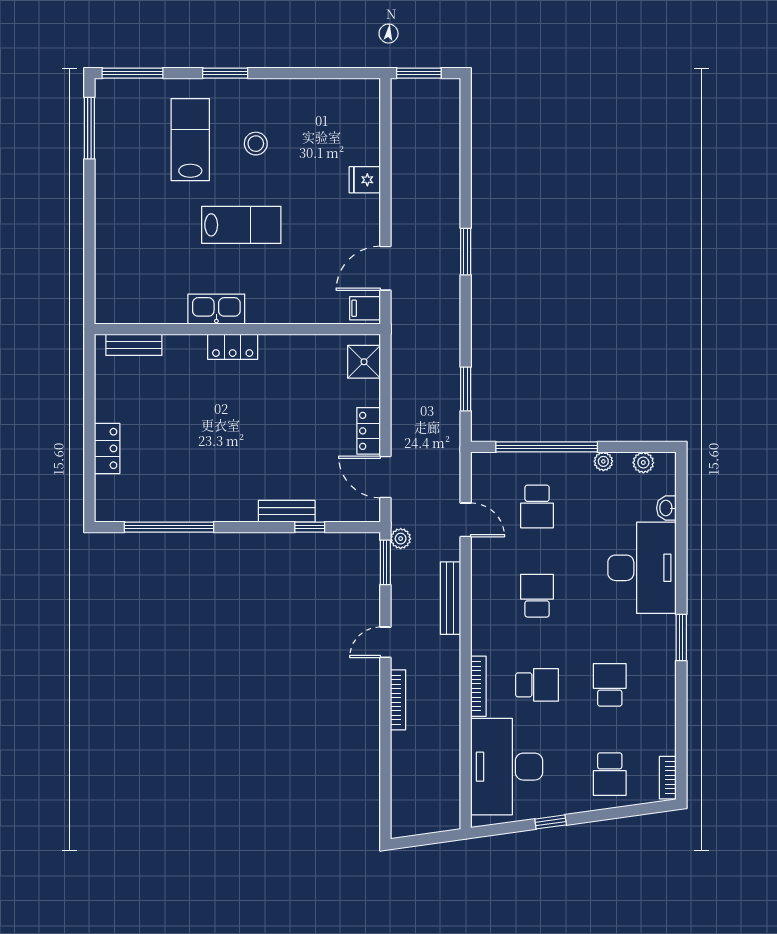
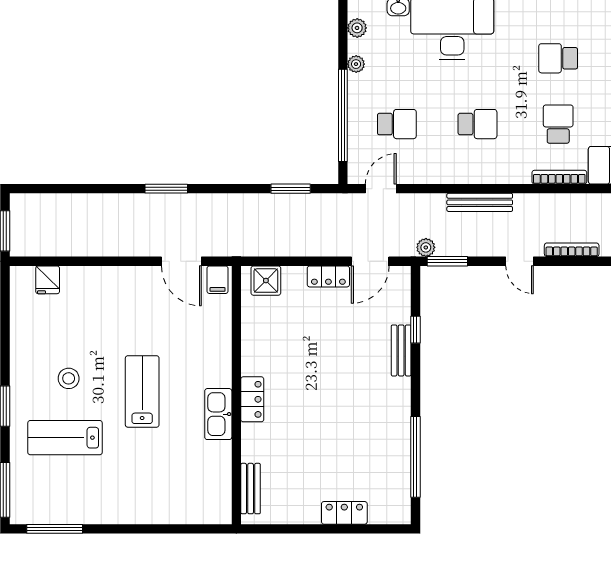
fridge: (365, 180) -> (48, 280), moved
door: (466, 520) -> (381, 189), moved
school desk: (537, 596) -> (477, 124), turned 180

